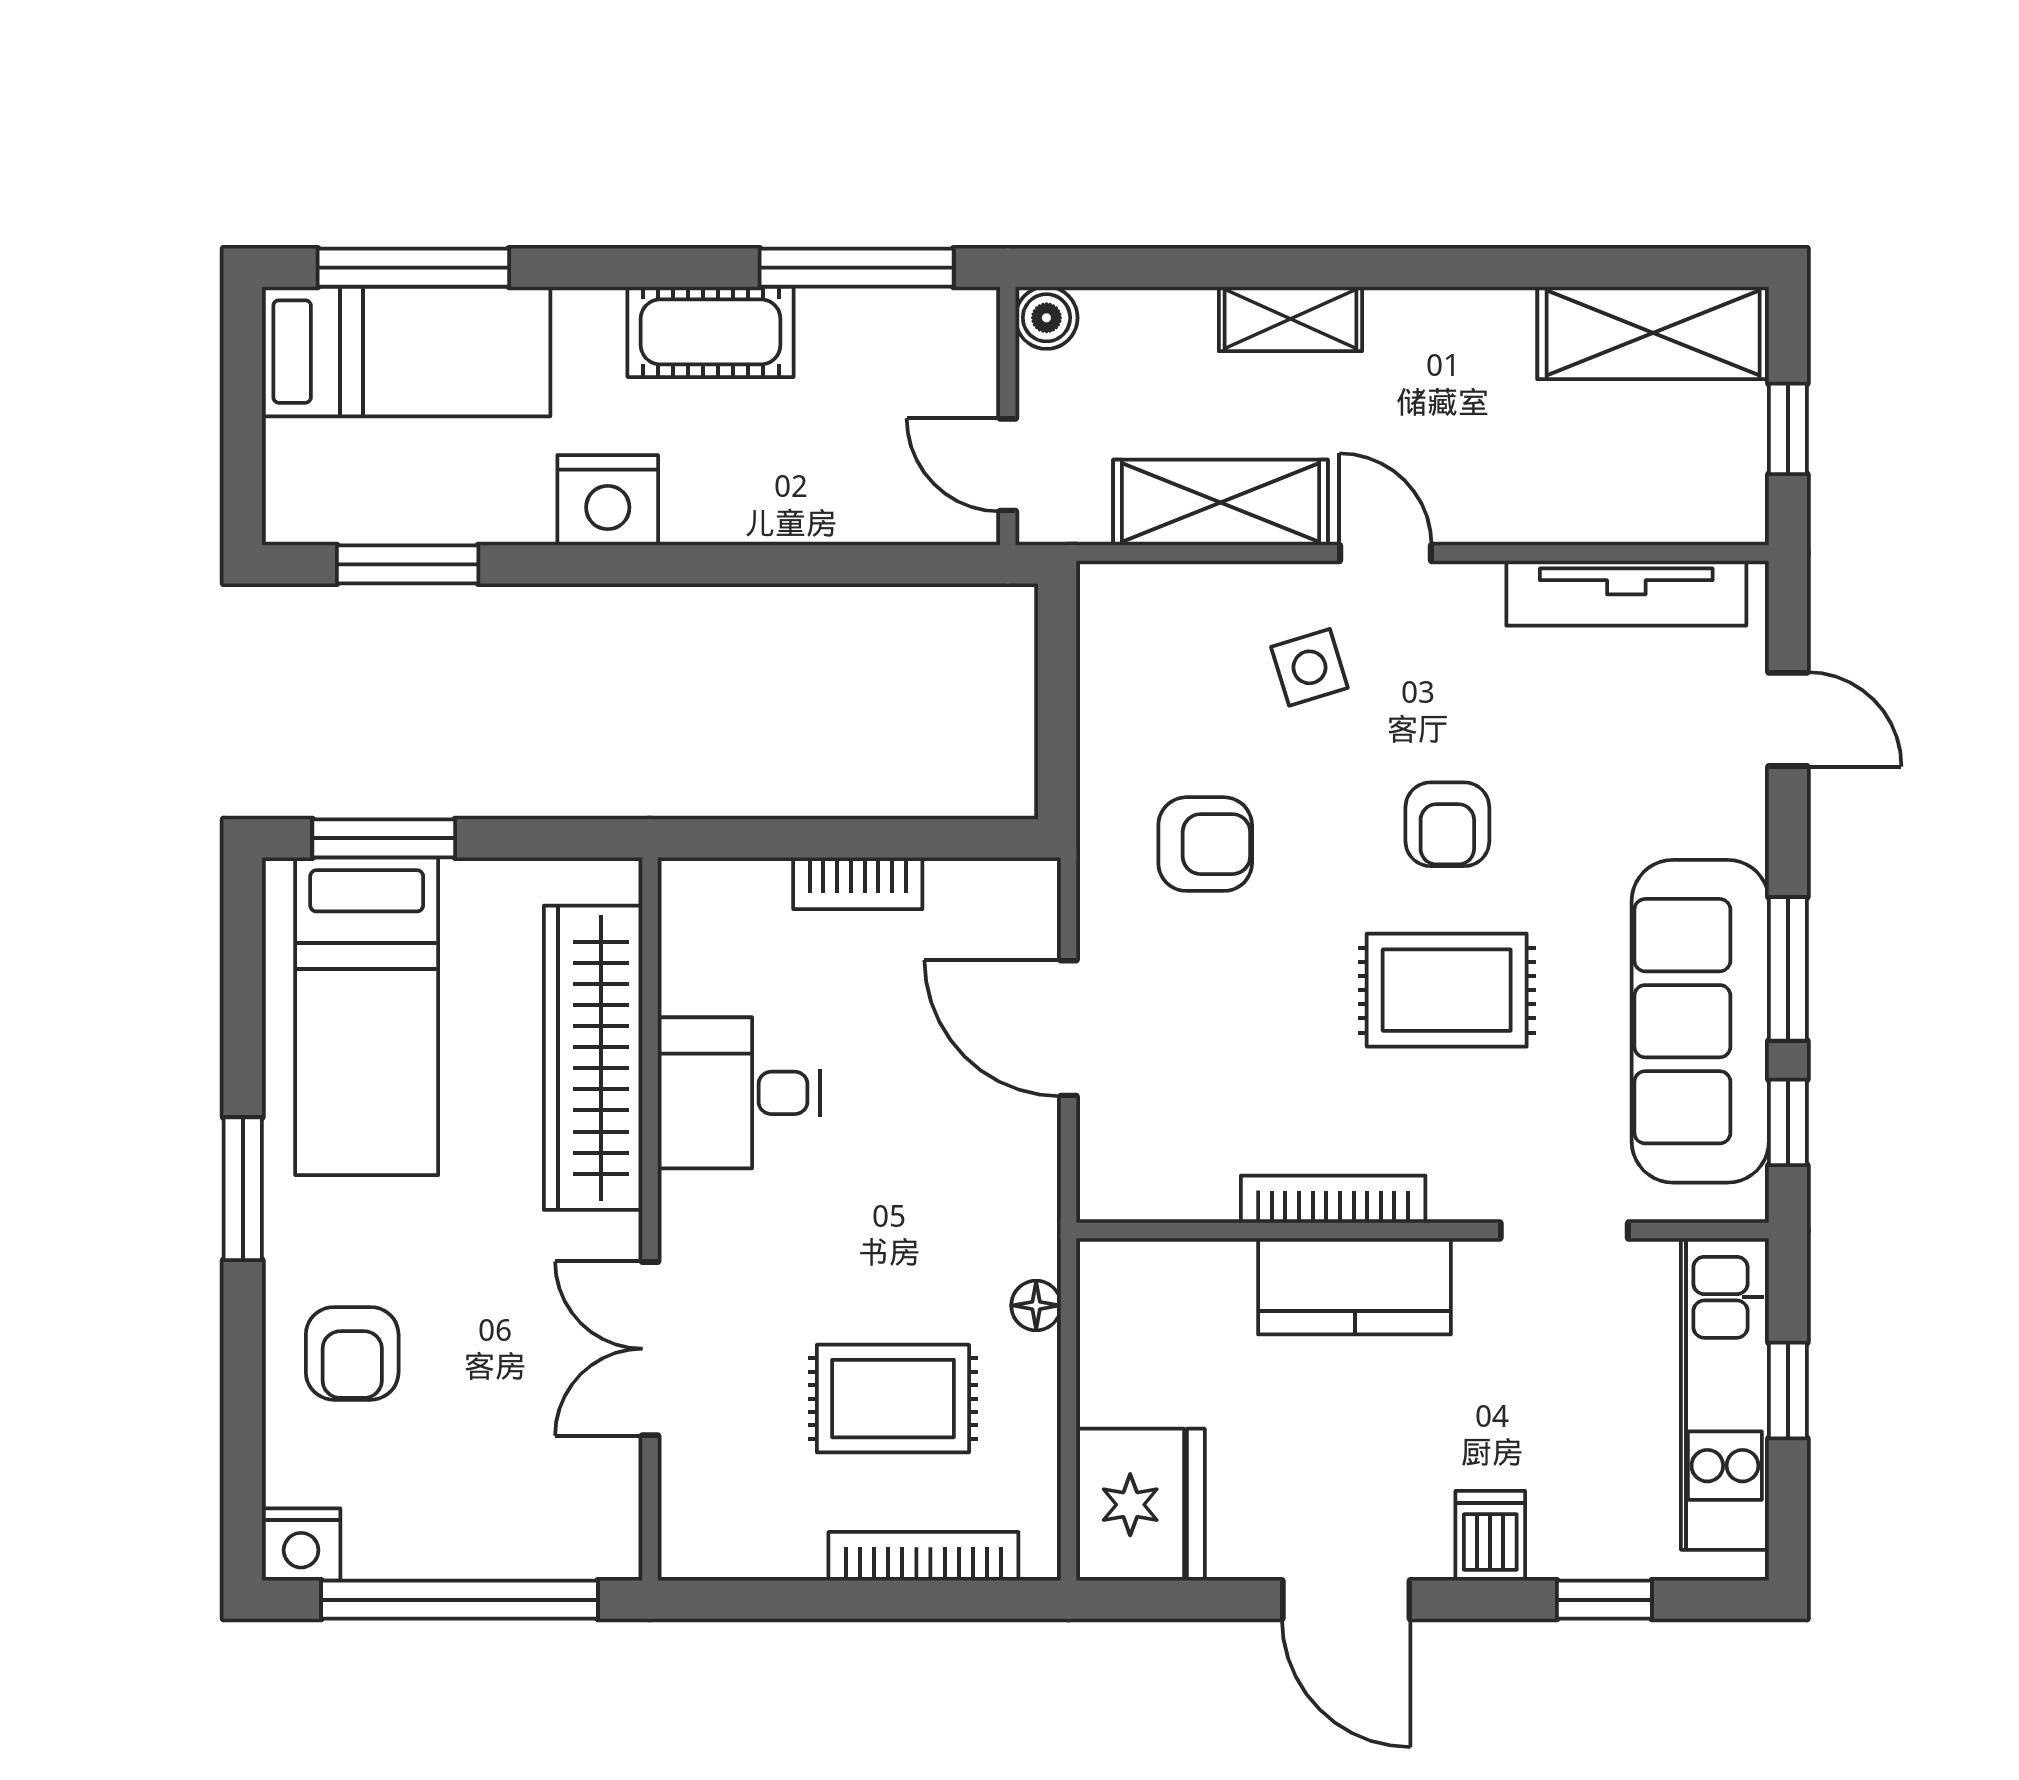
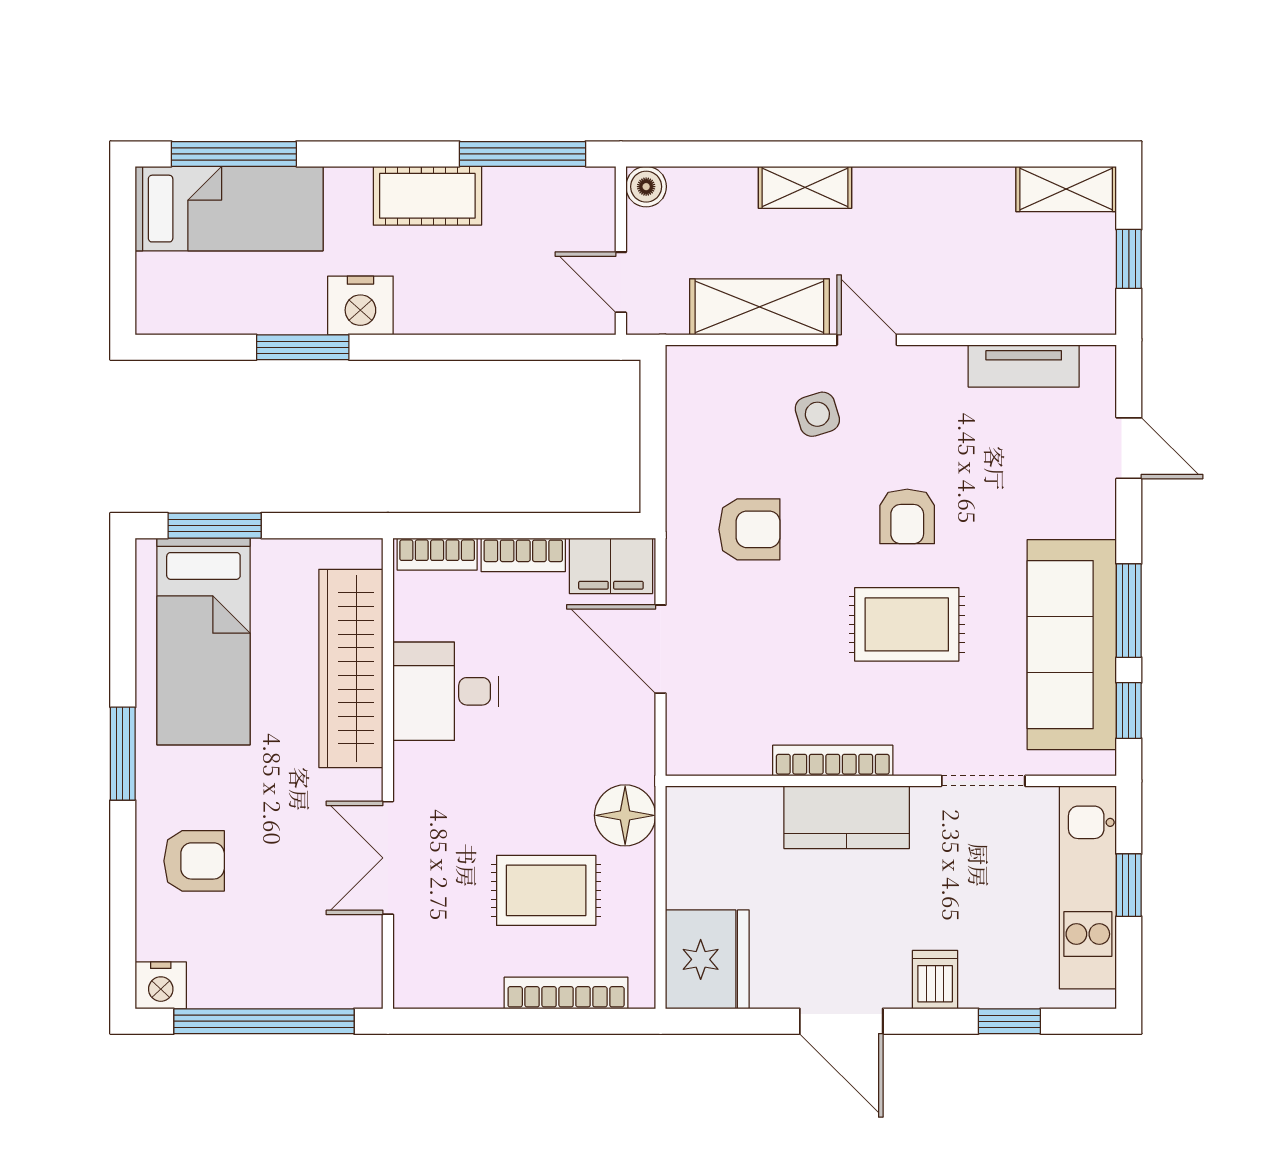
shelving: (1653, 333) -> (1066, 189), width x0.67, depth x0.75
window: (408, 564) -> (303, 347), moved
tv unit: (1626, 593) -> (1024, 366), width x0.71
bookcase: (726, 882) -> (437, 554), added
filing cabinet: (992, 900) -> (611, 566), added
floor lamp: (1036, 1305) -> (625, 815), width x1.89, depth x1.89
armchair: (352, 1353) -> (194, 861), turned -90

